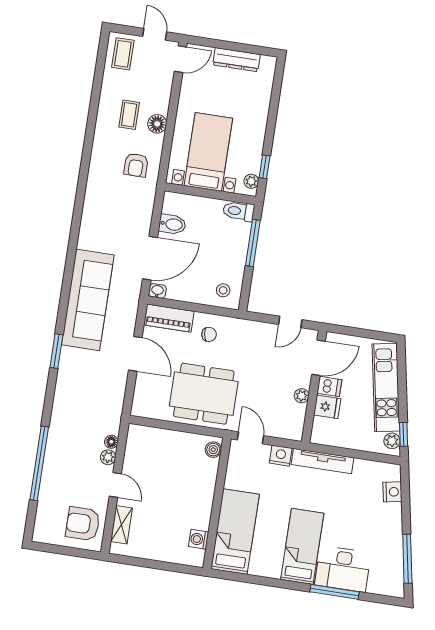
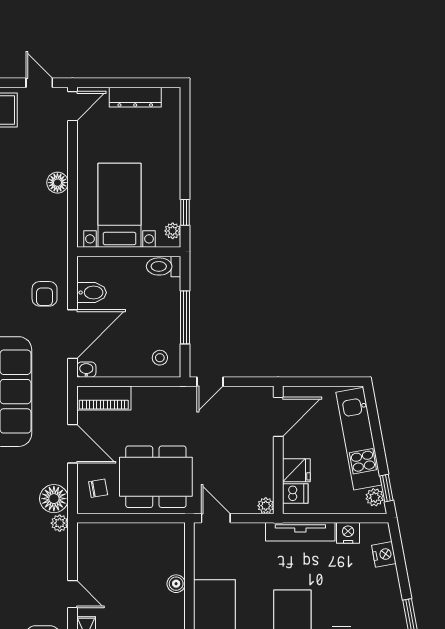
coffee table: (129, 115) -> (24, 177), removed
armchair: (136, 165) -> (45, 294), moved
window: (253, 243) -> (185, 317), moved
door: (290, 322) -> (210, 382), moved
chair: (209, 334) -> (98, 488), moved
dishwasher: (329, 386) -> (295, 493), moved
plant: (302, 396) -> (266, 506), moved
floor lamp: (111, 442) -> (54, 499), moved, width x1.89, depth x1.89
boiler: (213, 450) -> (176, 584), moved
nightstand: (281, 456) -> (348, 533), moved
plant: (108, 457) -> (60, 523), moved

